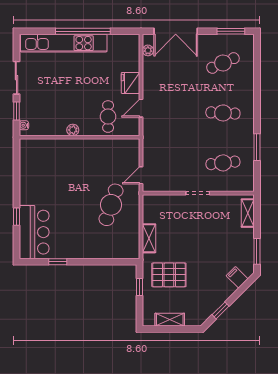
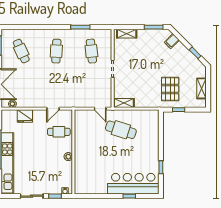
fridge: (130, 83) -> (25, 116), moved
door: (141, 108) -> (53, 109), hinge flipped
bar counter: (34, 232) -> (133, 184), width x1.36
shelving: (149, 238) -> (124, 103), moved

